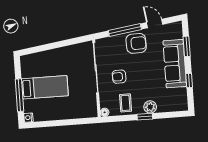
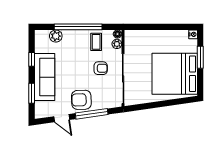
bed: (45, 87) -> (175, 74), width x2.04
window: (20, 95) -> (200, 57), width x0.69
plant: (104, 102) -> (117, 44), added
plant: (150, 107) -> (56, 36), moved
window: (145, 117) -> (78, 27), width x3.17

